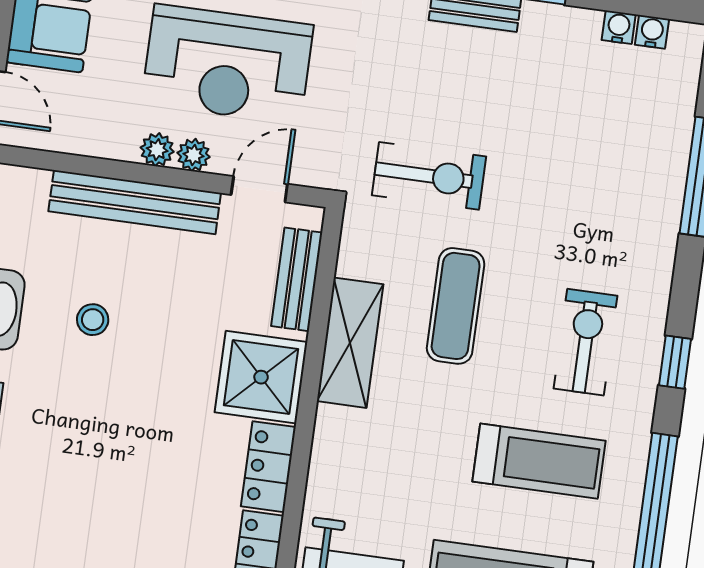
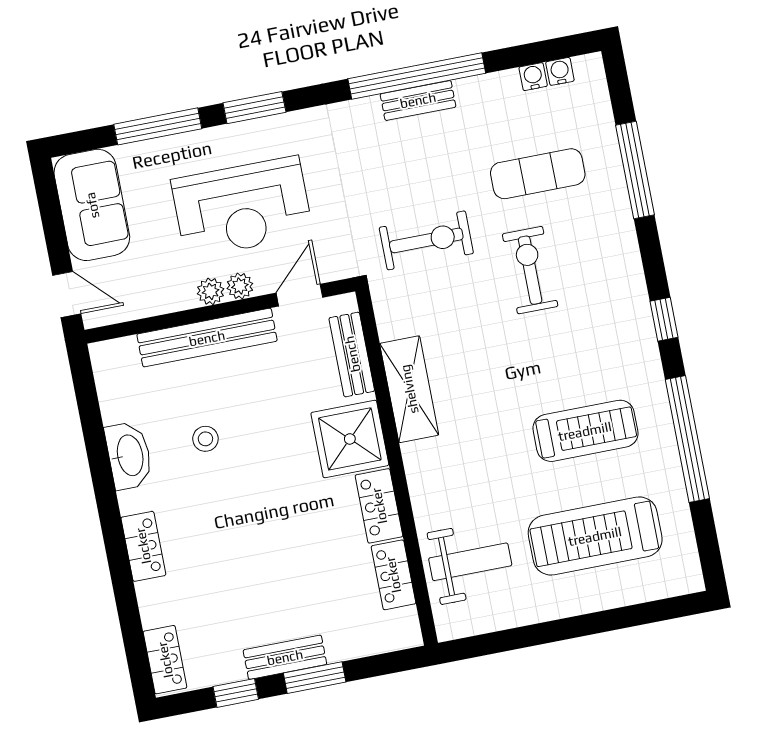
exercise mat: (456, 306) -> (538, 174), moved, turned 90
exercise bike: (585, 342) -> (530, 270), moved

